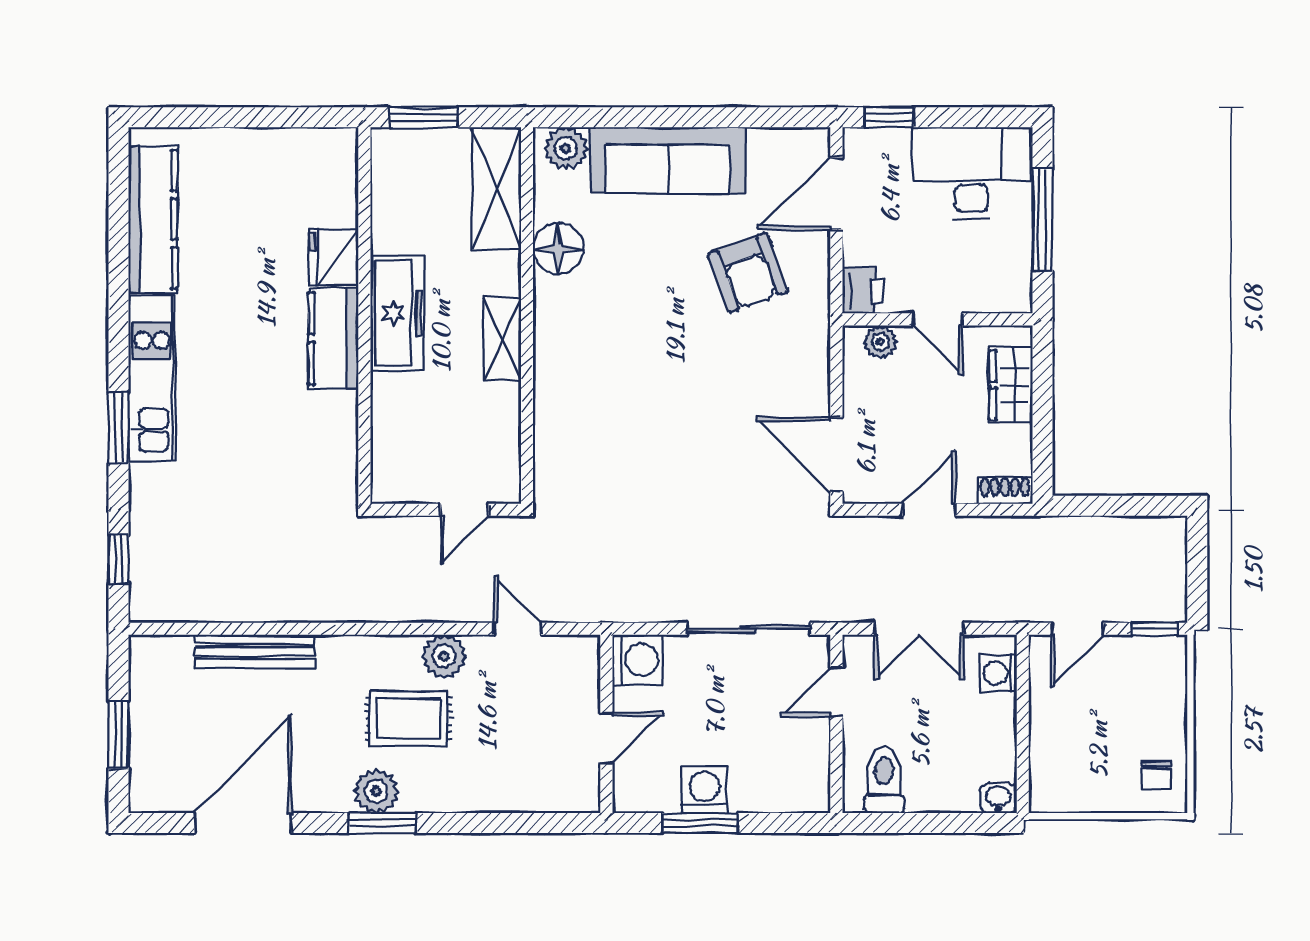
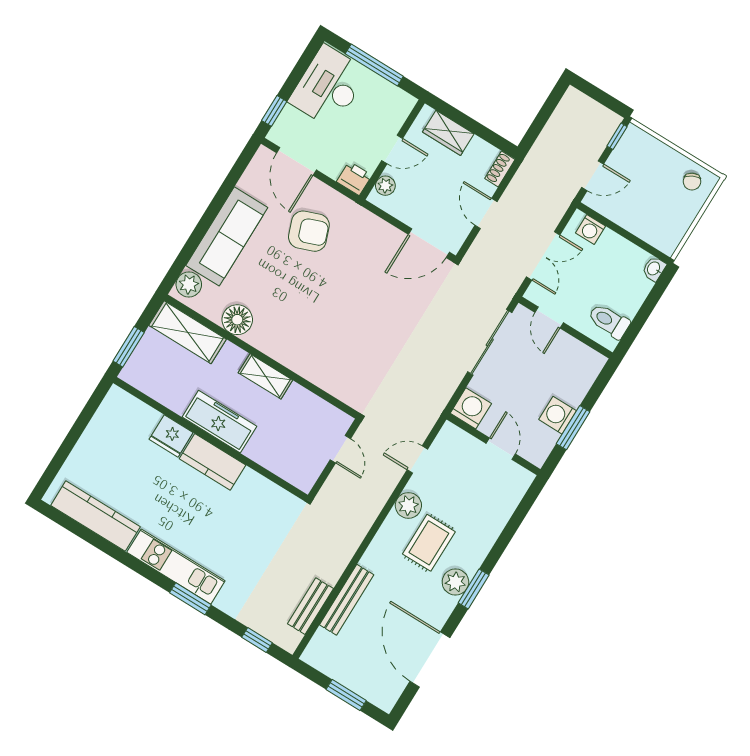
bench: (214, 605) -> (310, 606), added
door: (1077, 629) -> (593, 176), hinge flipped
chair: (1156, 776) -> (692, 182), turned 63

